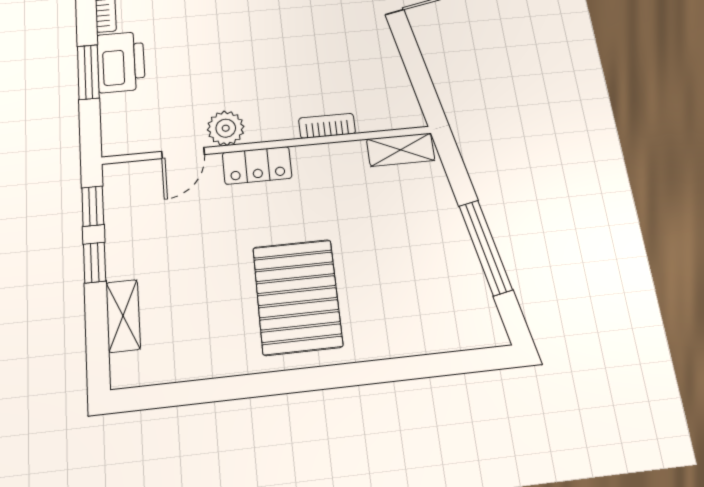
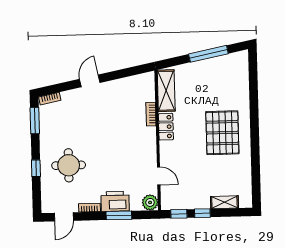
plant: (226, 128) -> (150, 202), moved
shelving: (401, 150) -> (166, 91), width x1.50, depth x1.33
locker: (257, 165) -> (166, 127), moved
pallet: (297, 297) -> (222, 133), turned 90

